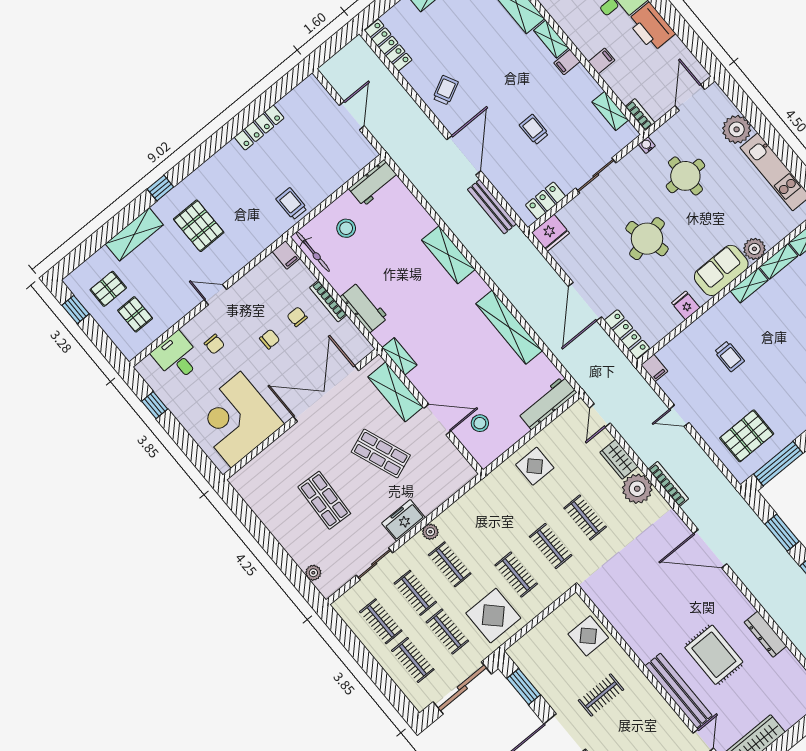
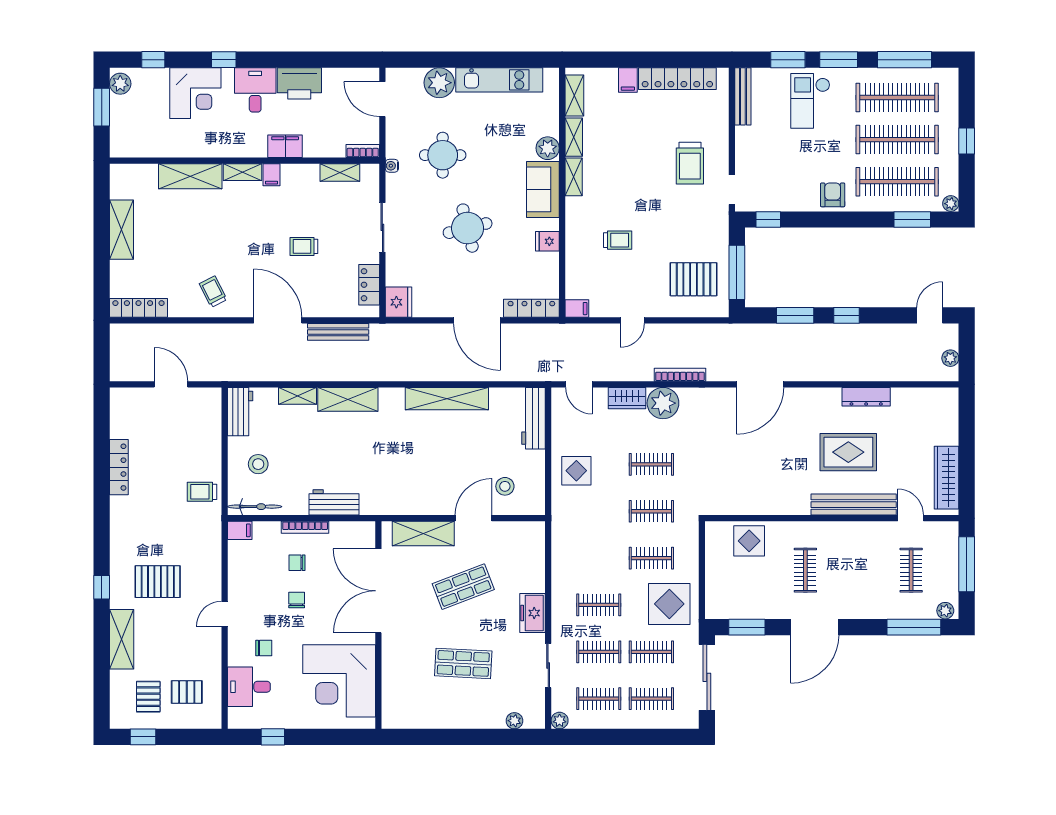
filing cabinet: (601, 61) -> (285, 146), width x2.00
shelving: (399, 356) -> (297, 396), moved
pallet: (747, 436) -> (693, 279), turned 90
plant: (430, 532) -> (560, 721), moved

